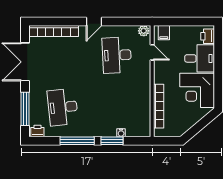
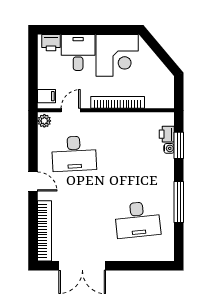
bookcase: (159, 106) -> (118, 102), moved
window: (25, 109) -> (140, 266), removed
printer: (37, 131) -> (167, 134), moved
window: (112, 141) -> (179, 145), moved

